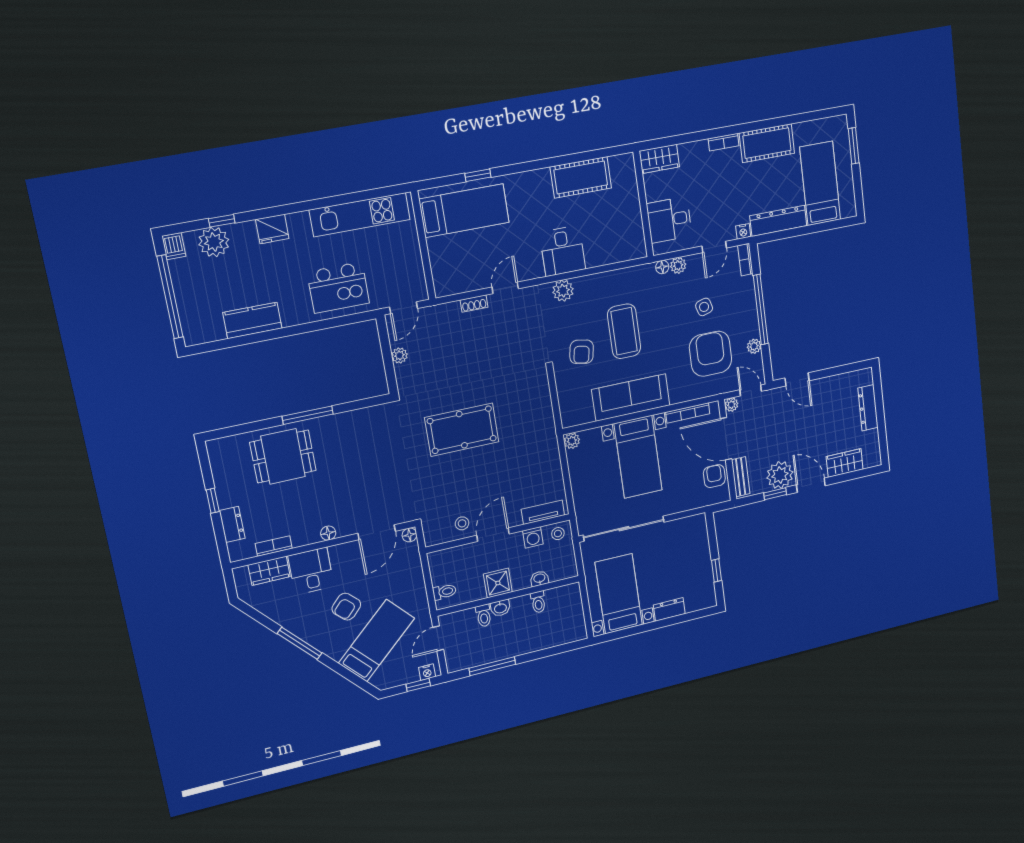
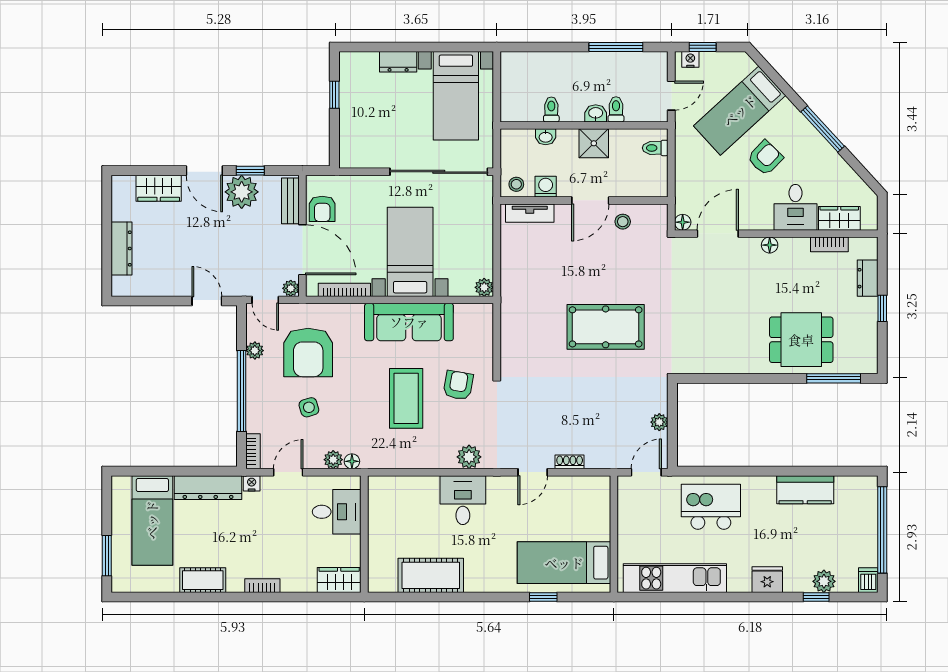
cot: (767, 143) -> (203, 580), width x0.73, depth x0.75
plant: (214, 242) -> (824, 581), width x0.73, depth x0.73
window: (308, 415) -> (834, 378), moved

